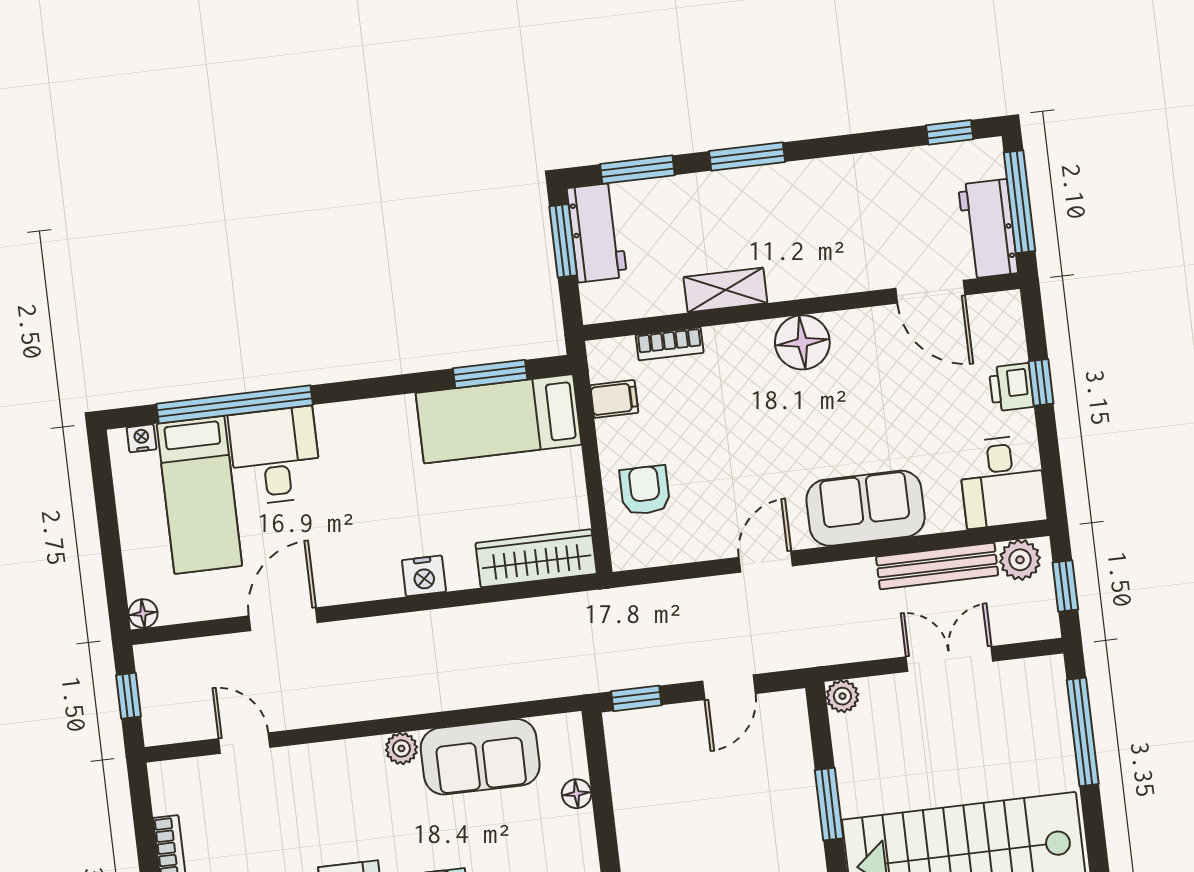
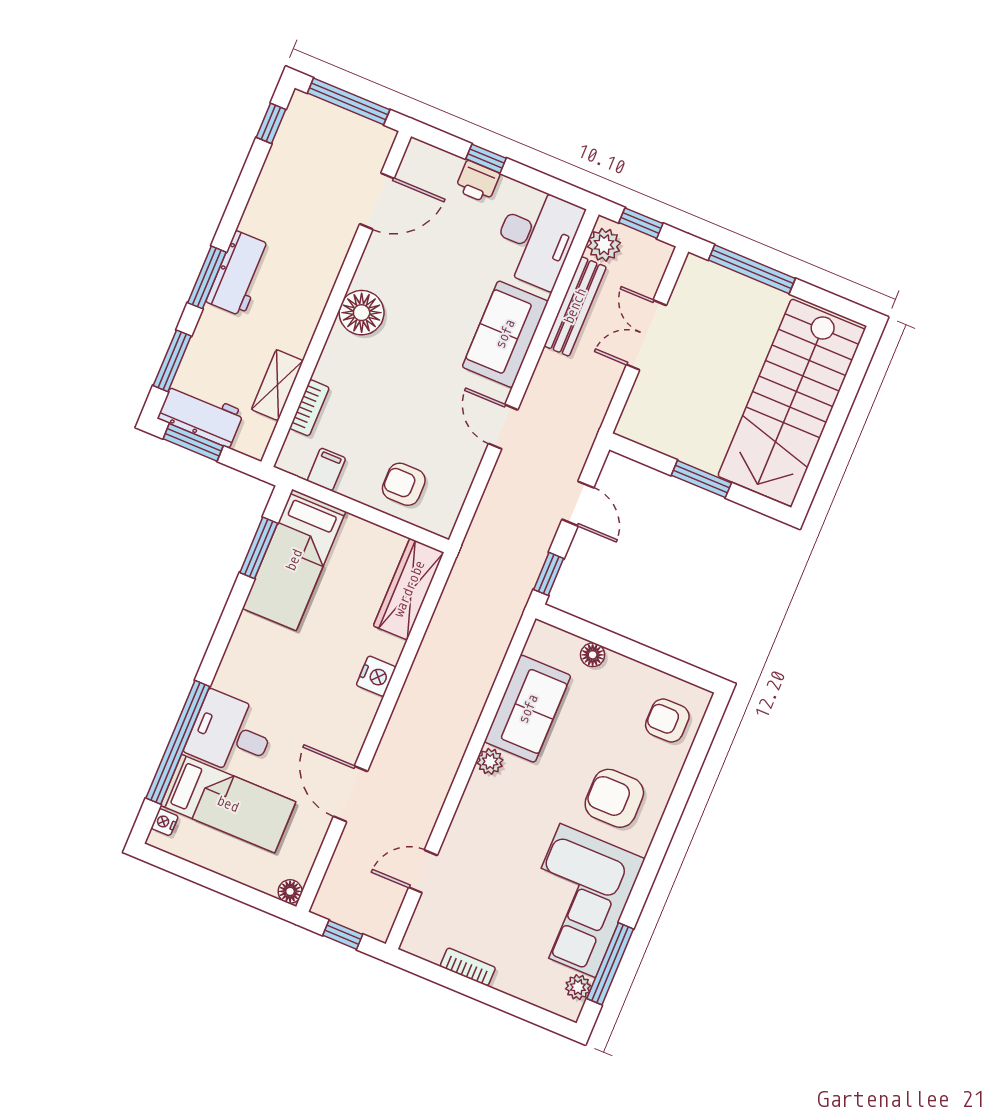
workbench: (988, 229) -> (239, 274), moved, turned -90
shelving: (725, 290) -> (277, 385), moved
desk: (1002, 482) -> (536, 237), width x1.37
plant: (842, 696) -> (630, 426), removed

